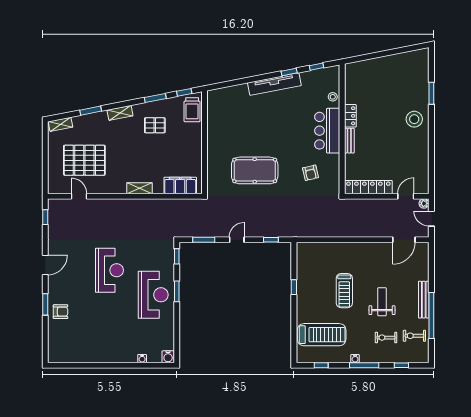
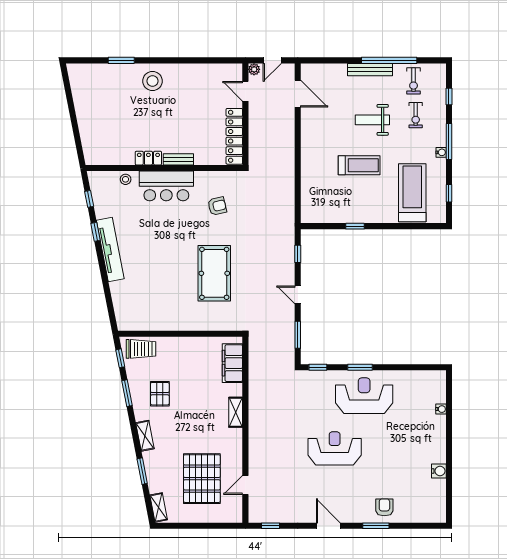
water cooler: (168, 357) -> (439, 471), moved

